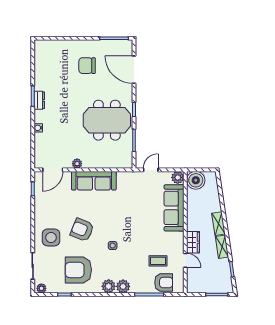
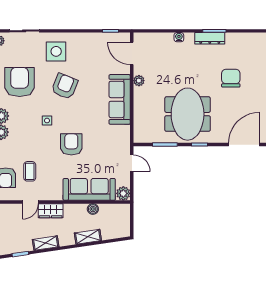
chair: (87, 66) -> (231, 78), moved
dresser: (39, 100) -> (210, 38), width x1.44
boiler: (196, 180) -> (93, 209), moved, width x0.54, depth x0.54
armchair: (134, 224) -> (71, 144), added
shelving: (218, 224) -> (88, 237), moved

